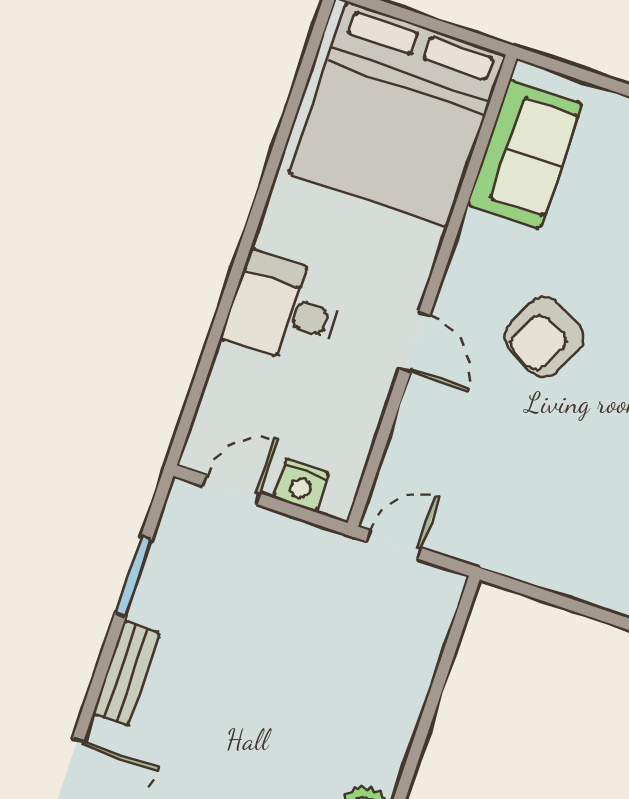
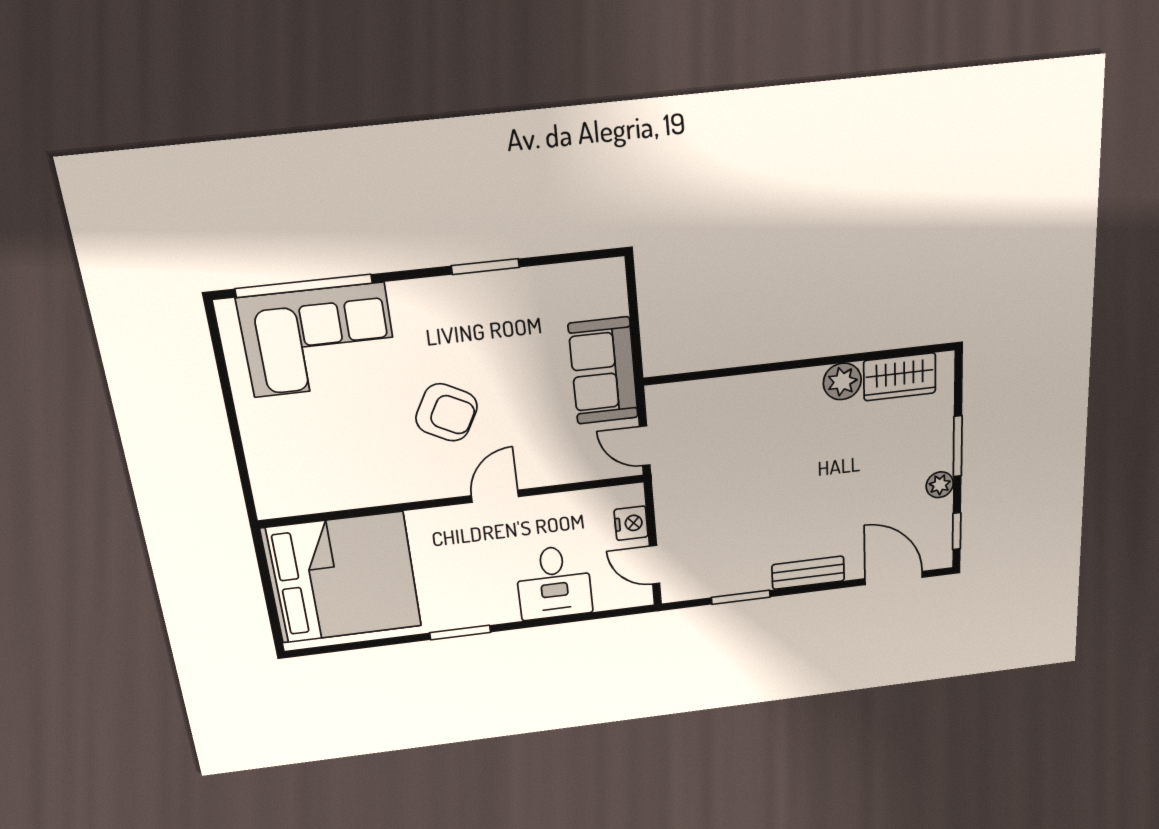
sofa: (525, 154) -> (603, 371), moved, turned -90
window: (256, 215) -> (460, 633), added
desk: (284, 309) -> (554, 583), moved

